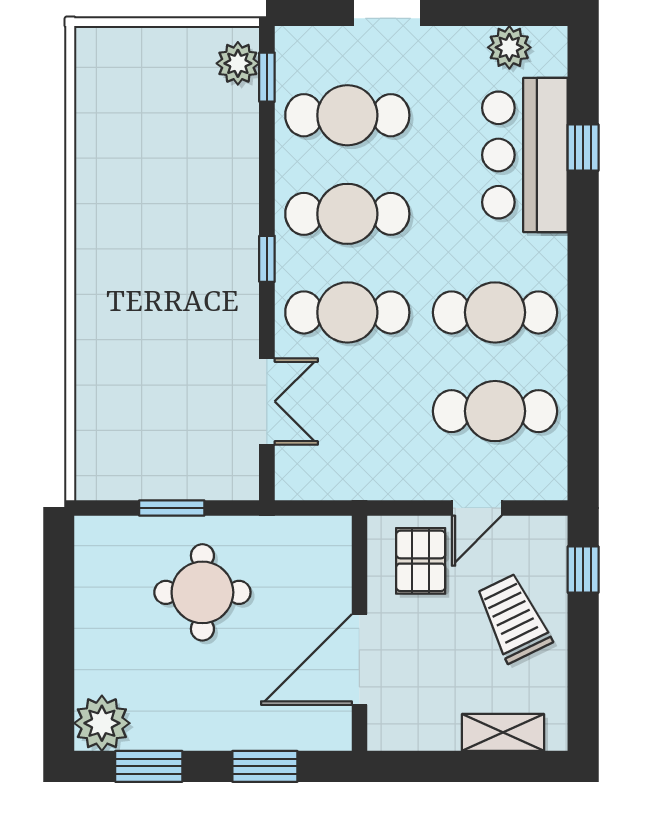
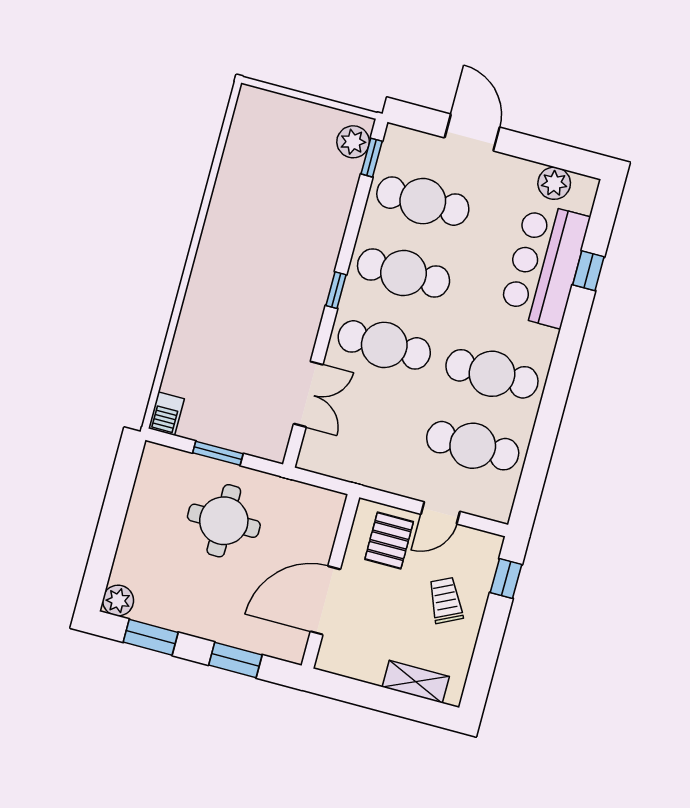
barbecue: (92, 475) -> (166, 414), added
trolley: (513, 618) -> (446, 600), width x0.73, depth x0.72
plant: (102, 723) -> (118, 601), width x0.73, depth x0.73

